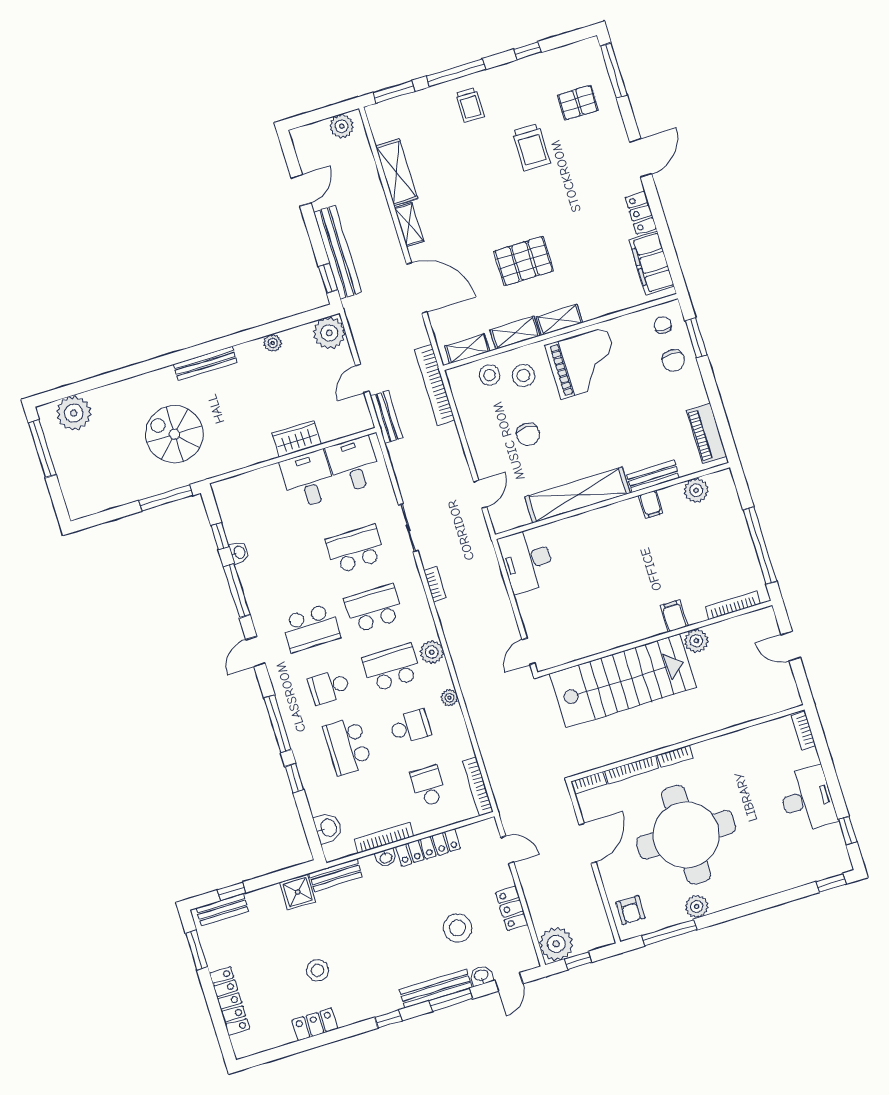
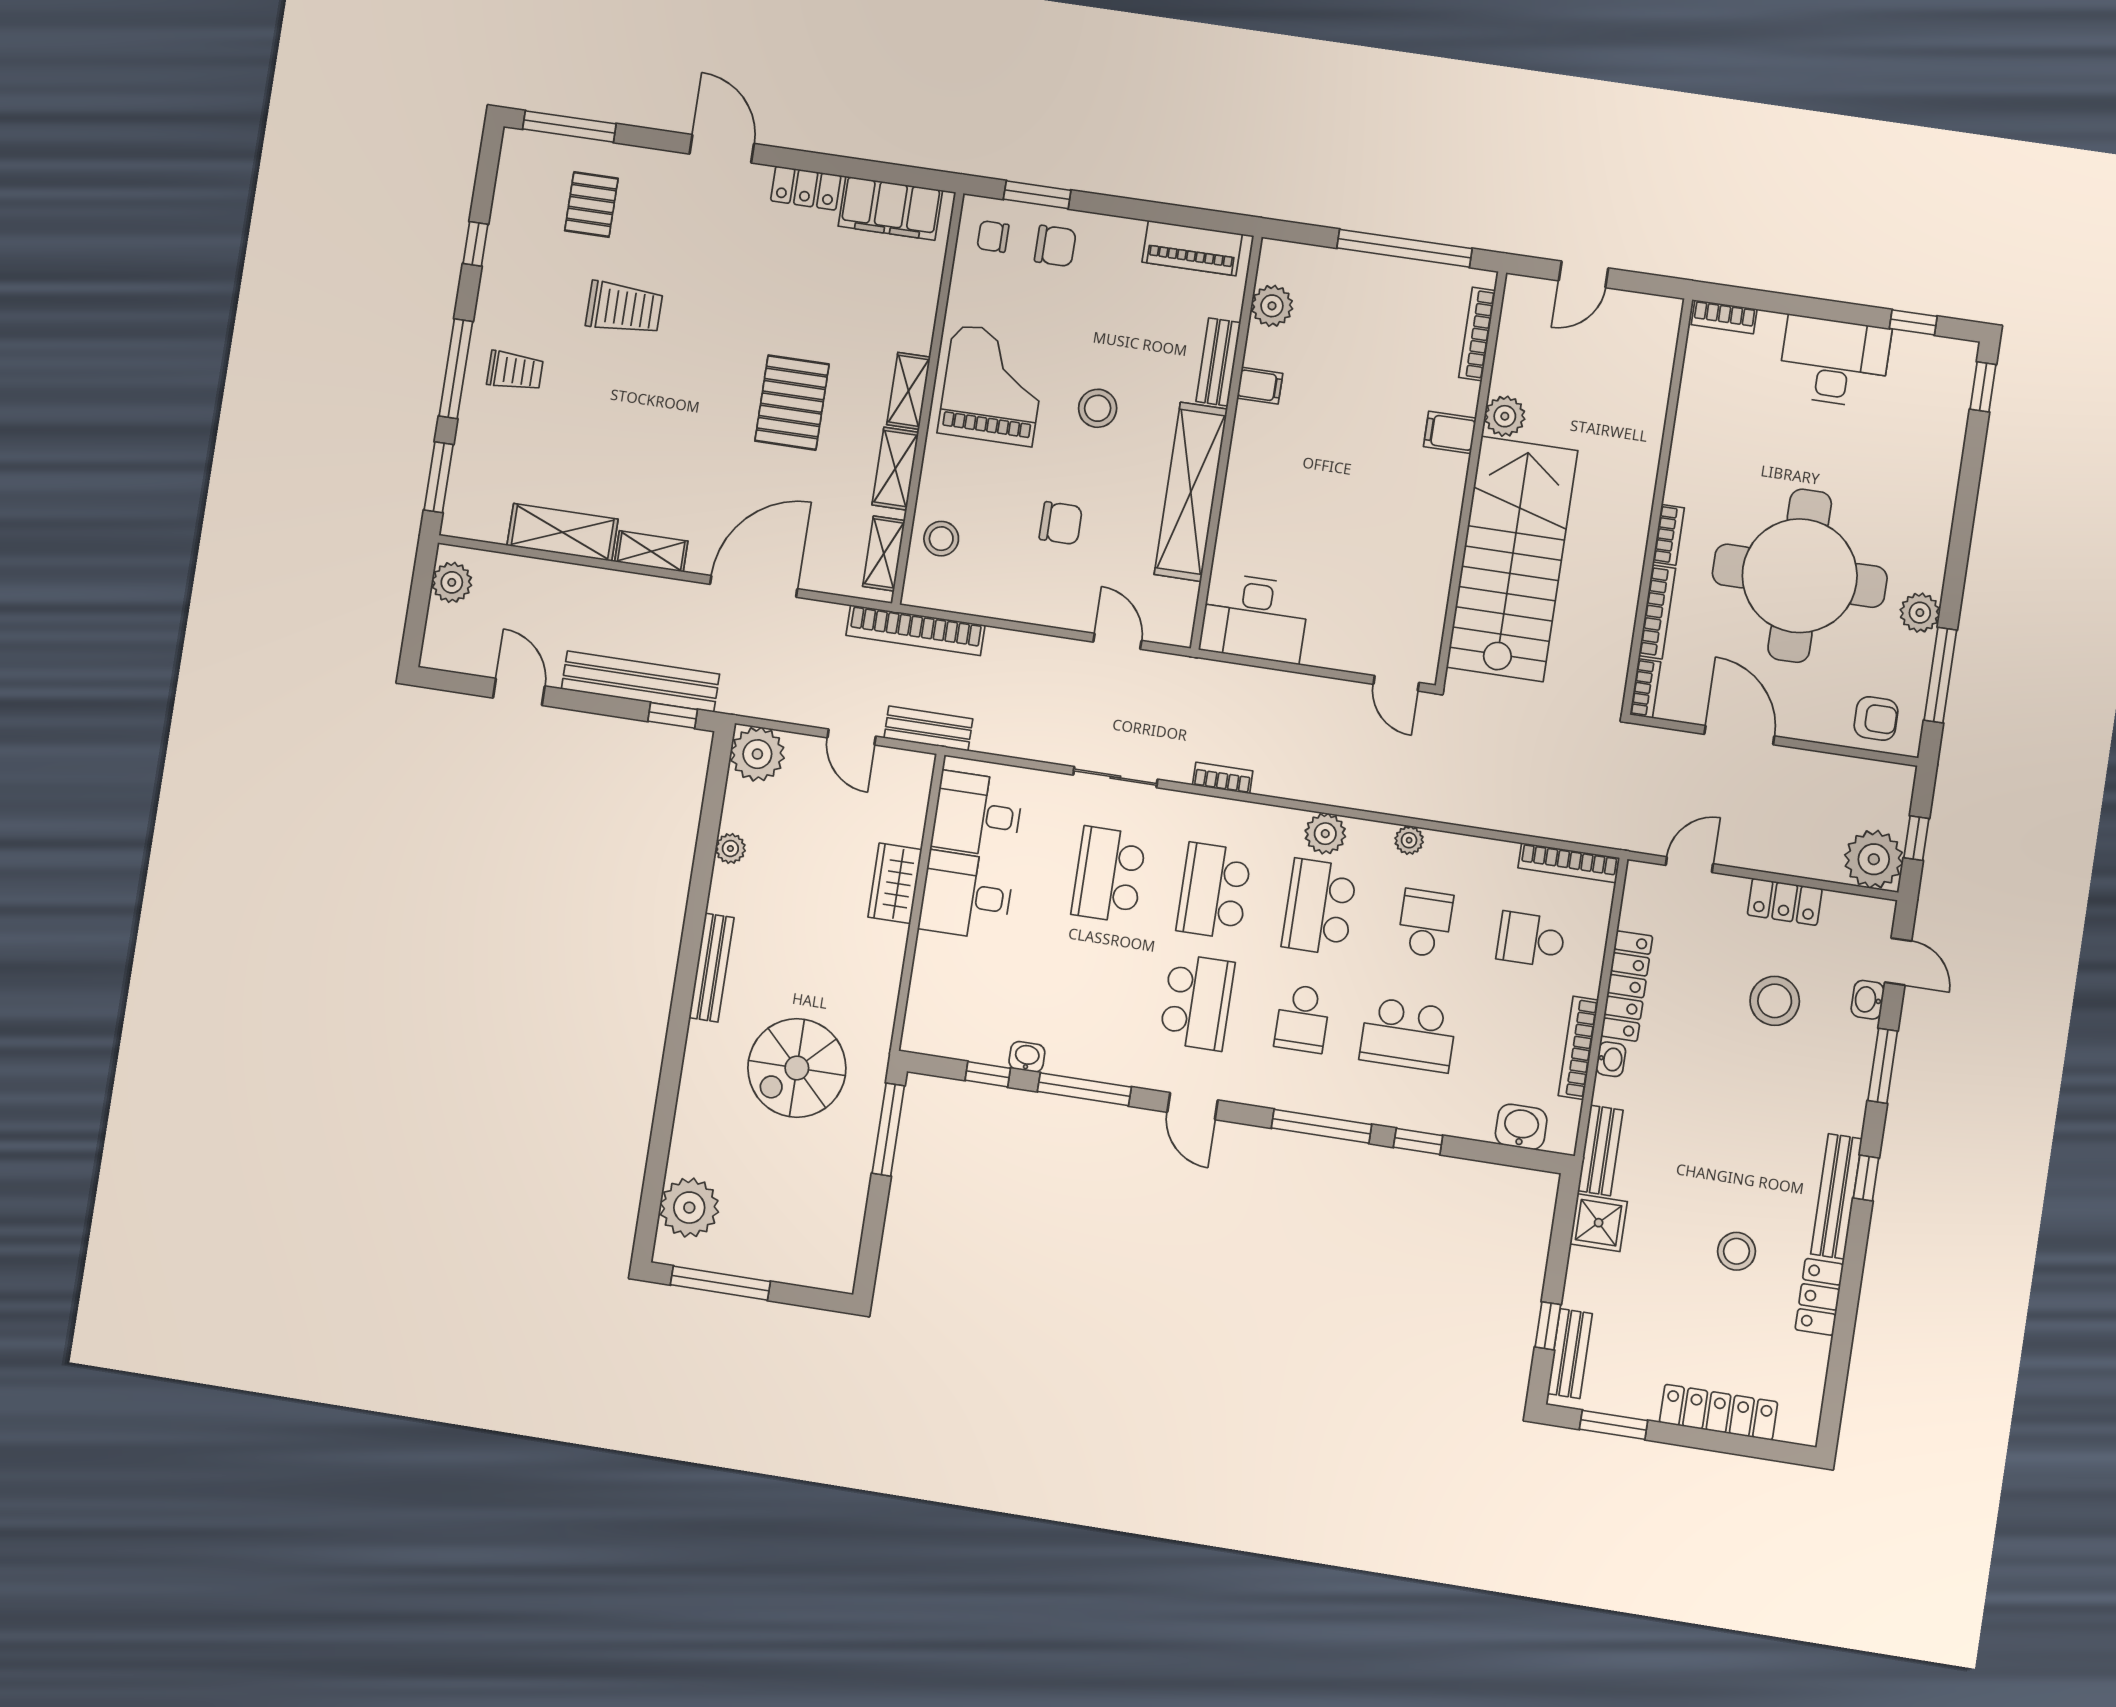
stool: (524, 376) -> (1098, 408), moved
bench: (436, 988) -> (1836, 1196), moved

